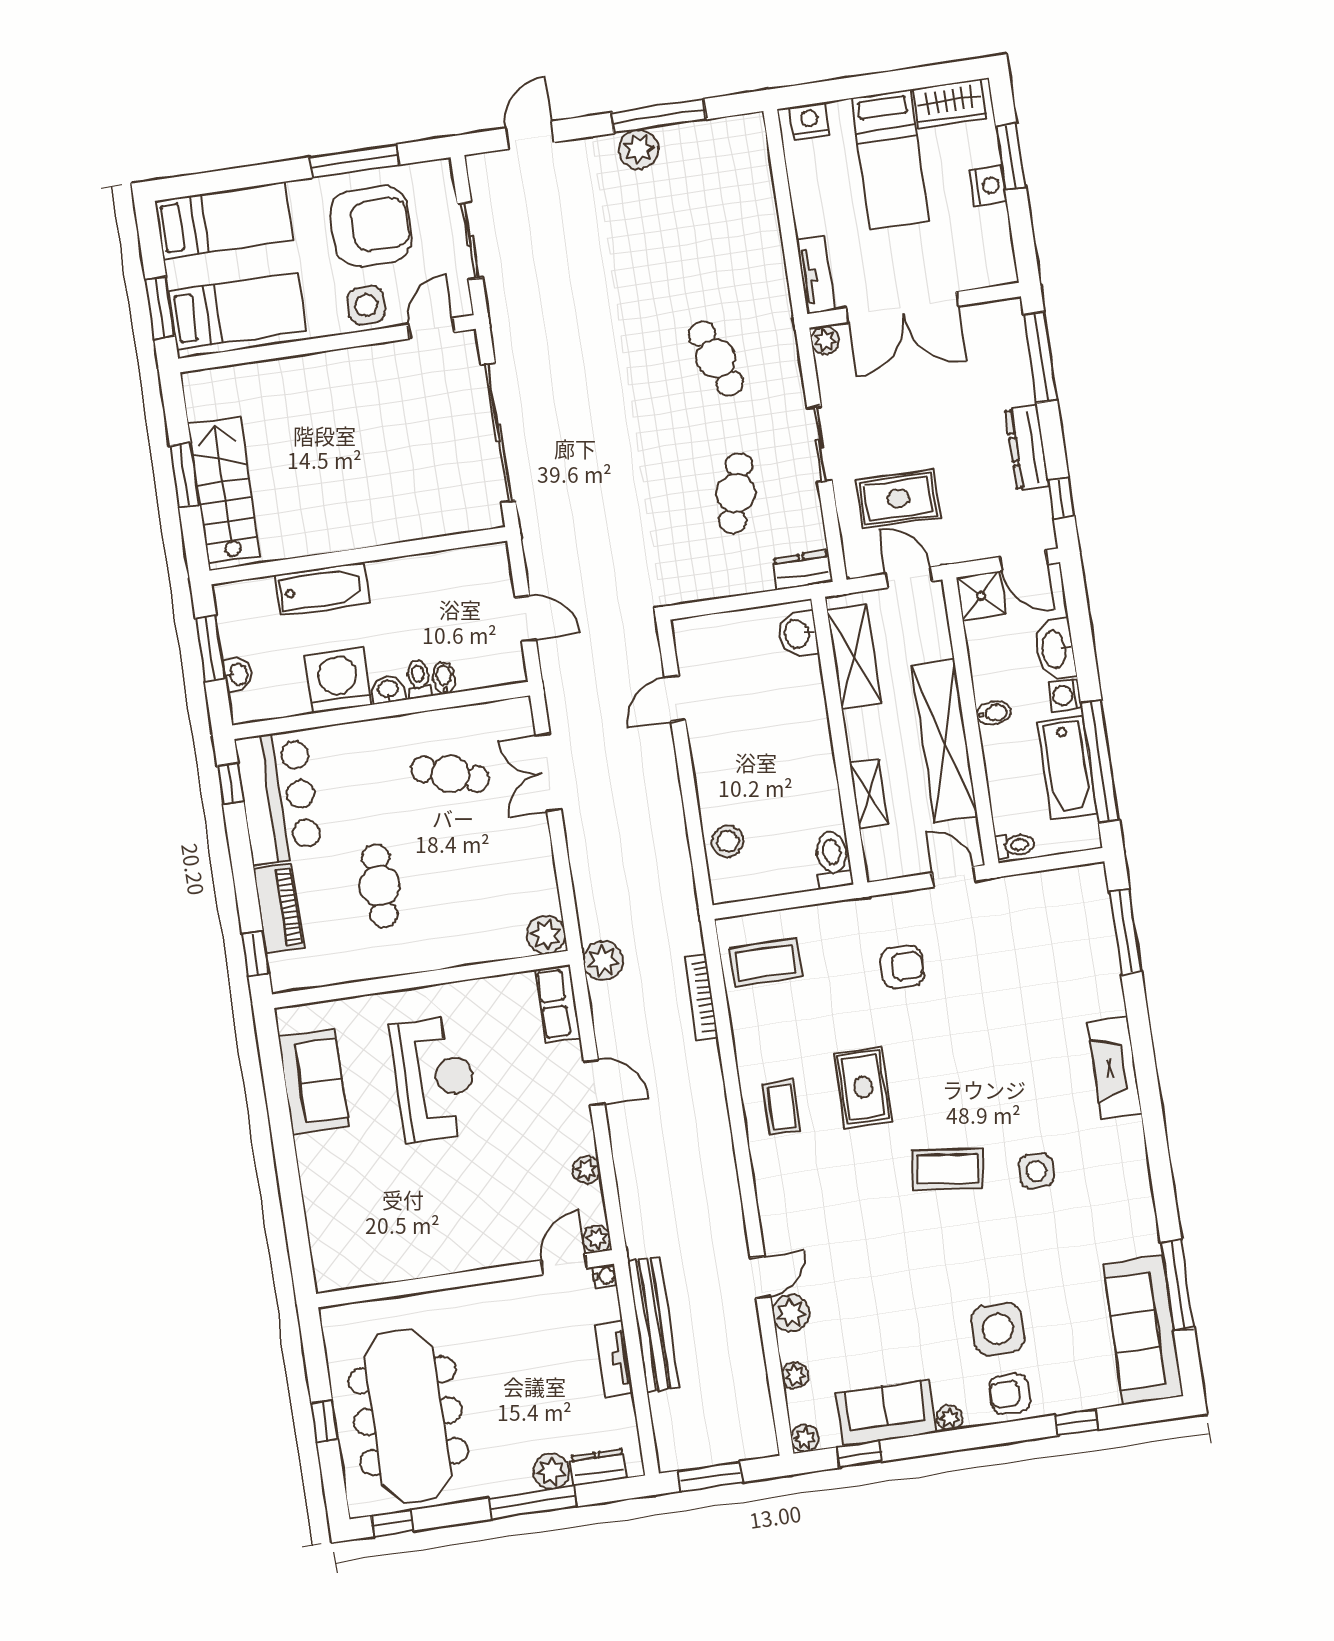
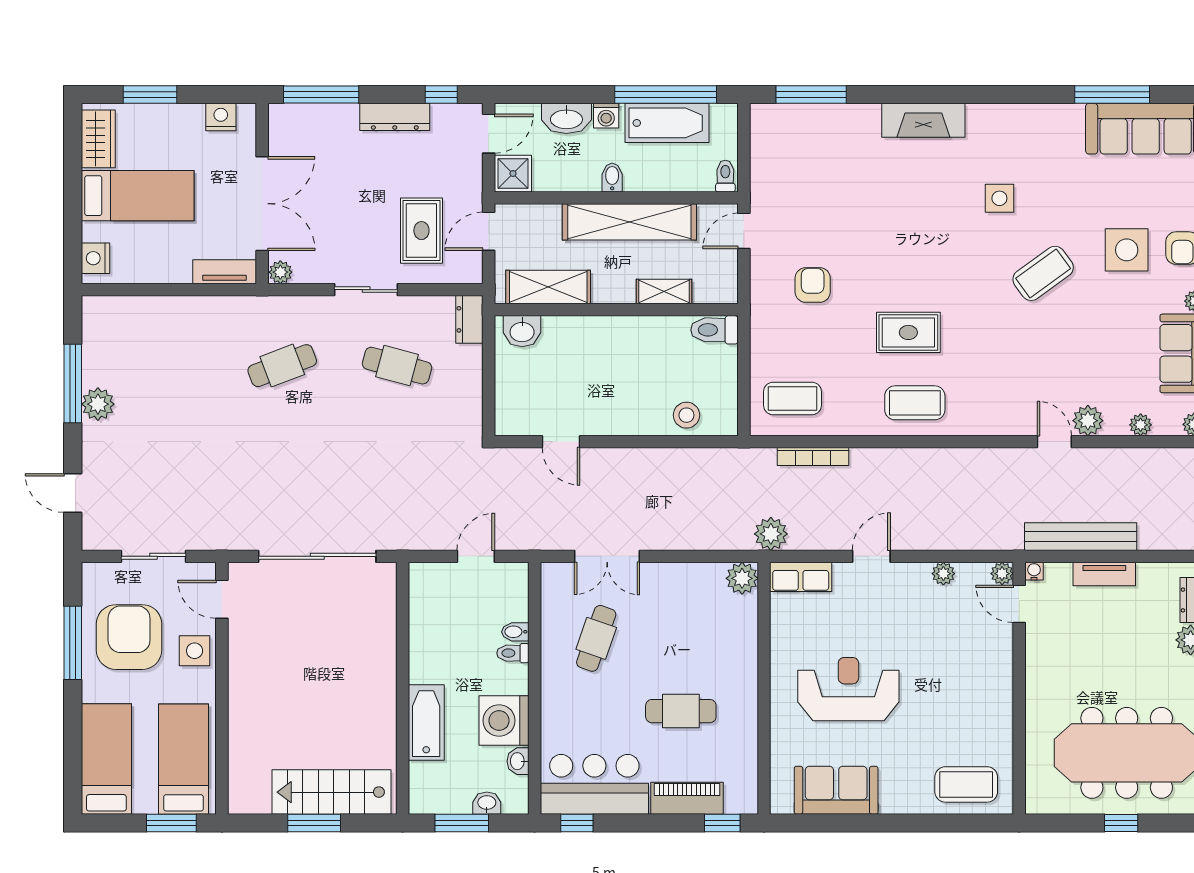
nightstand: (988, 186) -> (221, 117), moved
washbasin: (388, 689) -> (518, 761), moved
coffee table: (766, 963) -> (792, 399), turned 90
coffee table: (782, 1107) -> (915, 403), width x1.36, depth x1.30
coffee table: (948, 1169) -> (1043, 273), moved, turned 47
coffee table: (343, 1233) -> (966, 784), added

